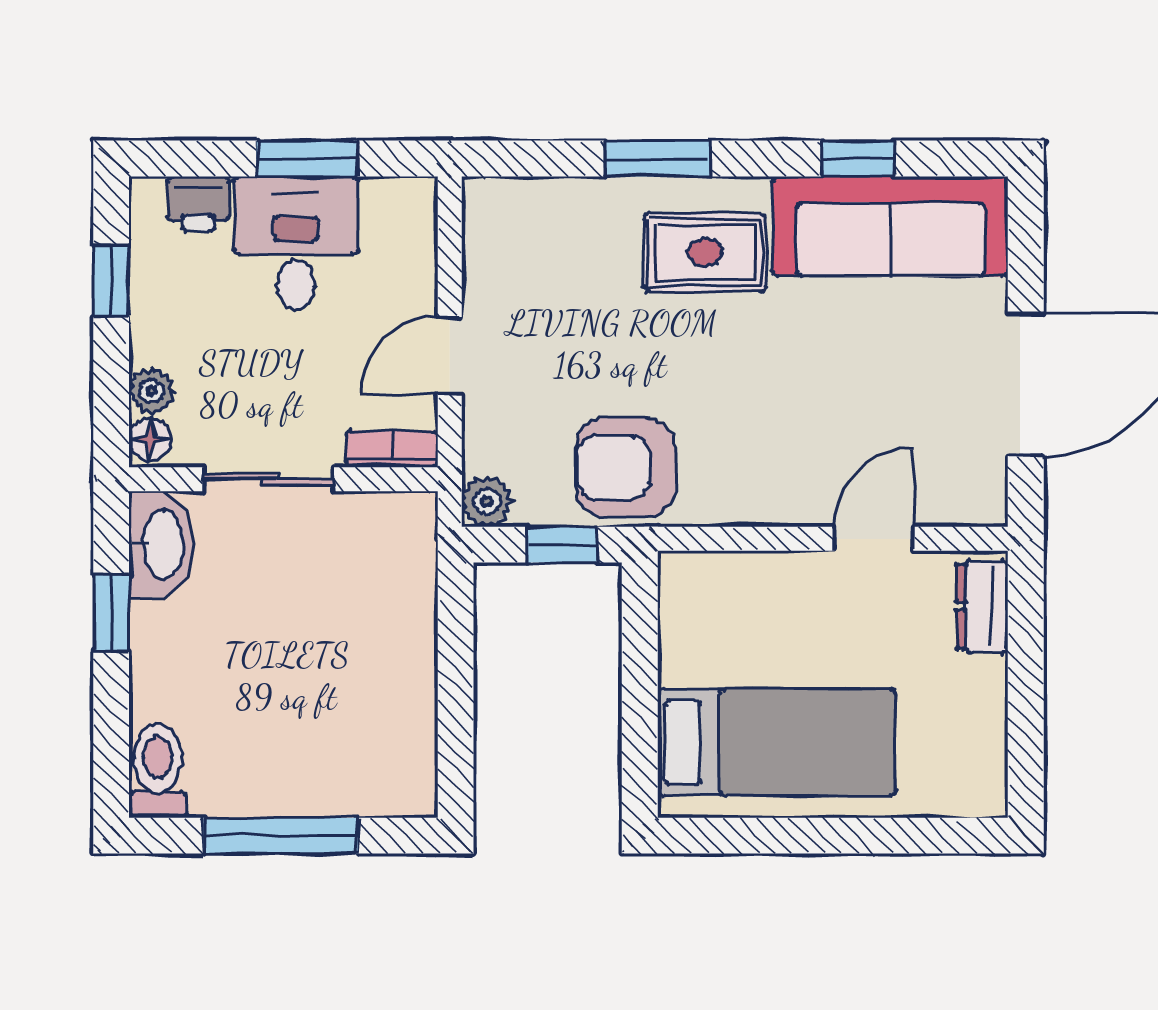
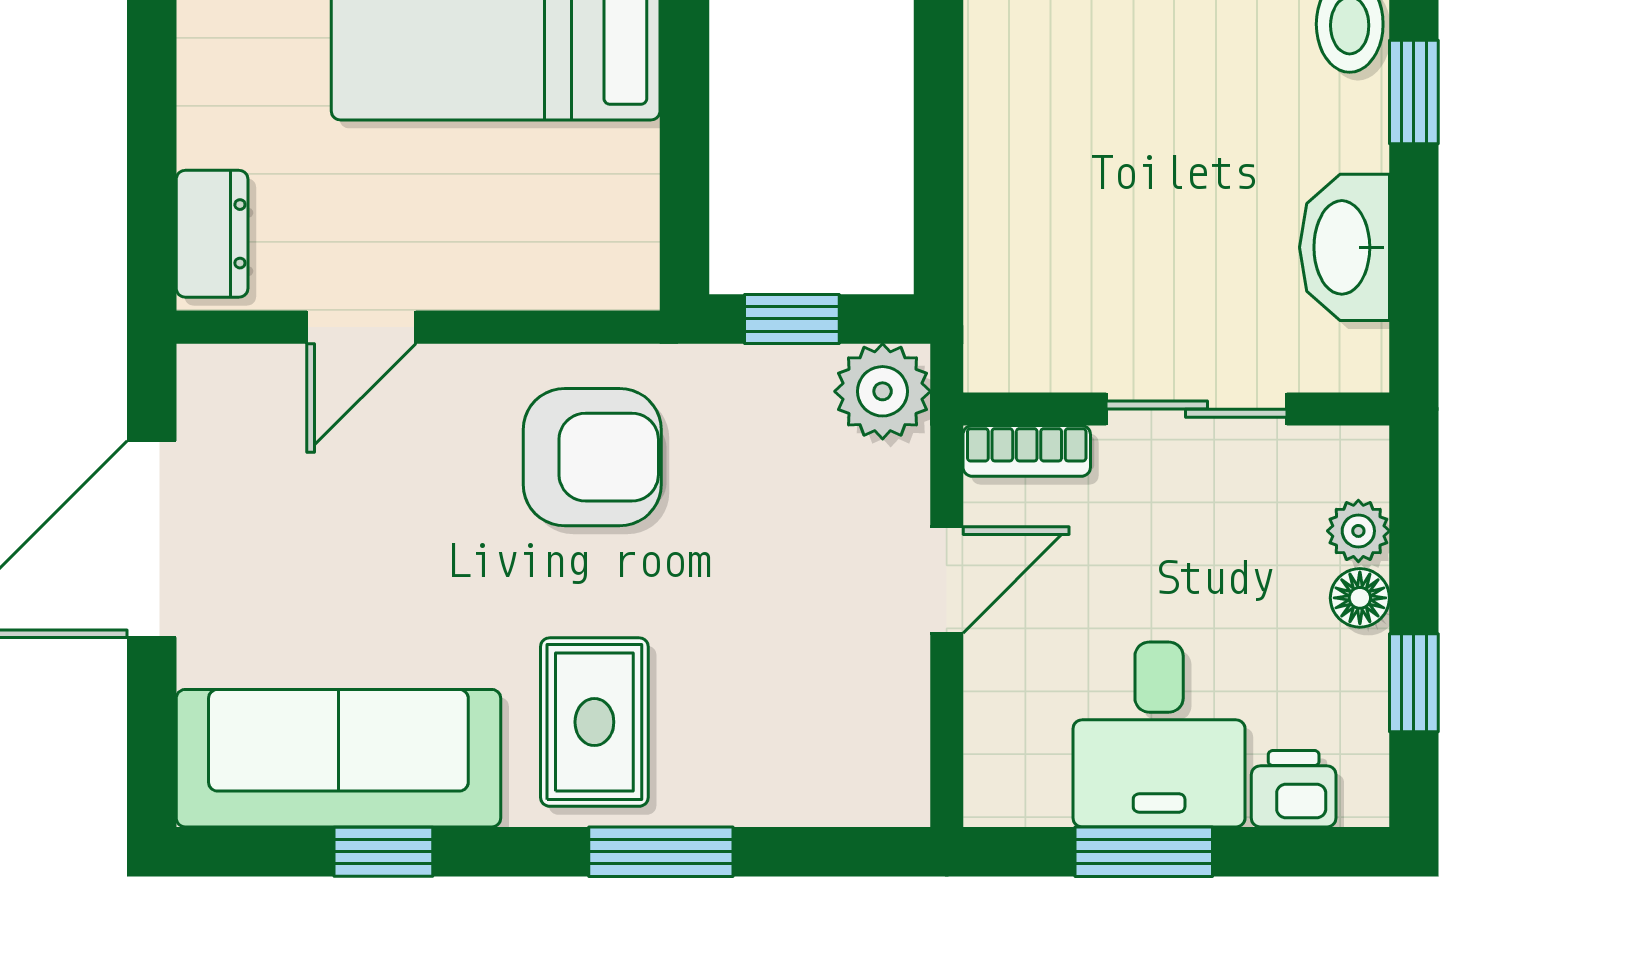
rug: (705, 252) -> (594, 722), turned 90
floor lamp: (150, 439) -> (1360, 598), moved
armchair: (625, 467) -> (592, 457), moved
plant: (487, 502) -> (883, 391), width x1.38, depth x1.38
washbasin: (161, 544) -> (1345, 247), moved
window: (111, 613) -> (1414, 92), moved

